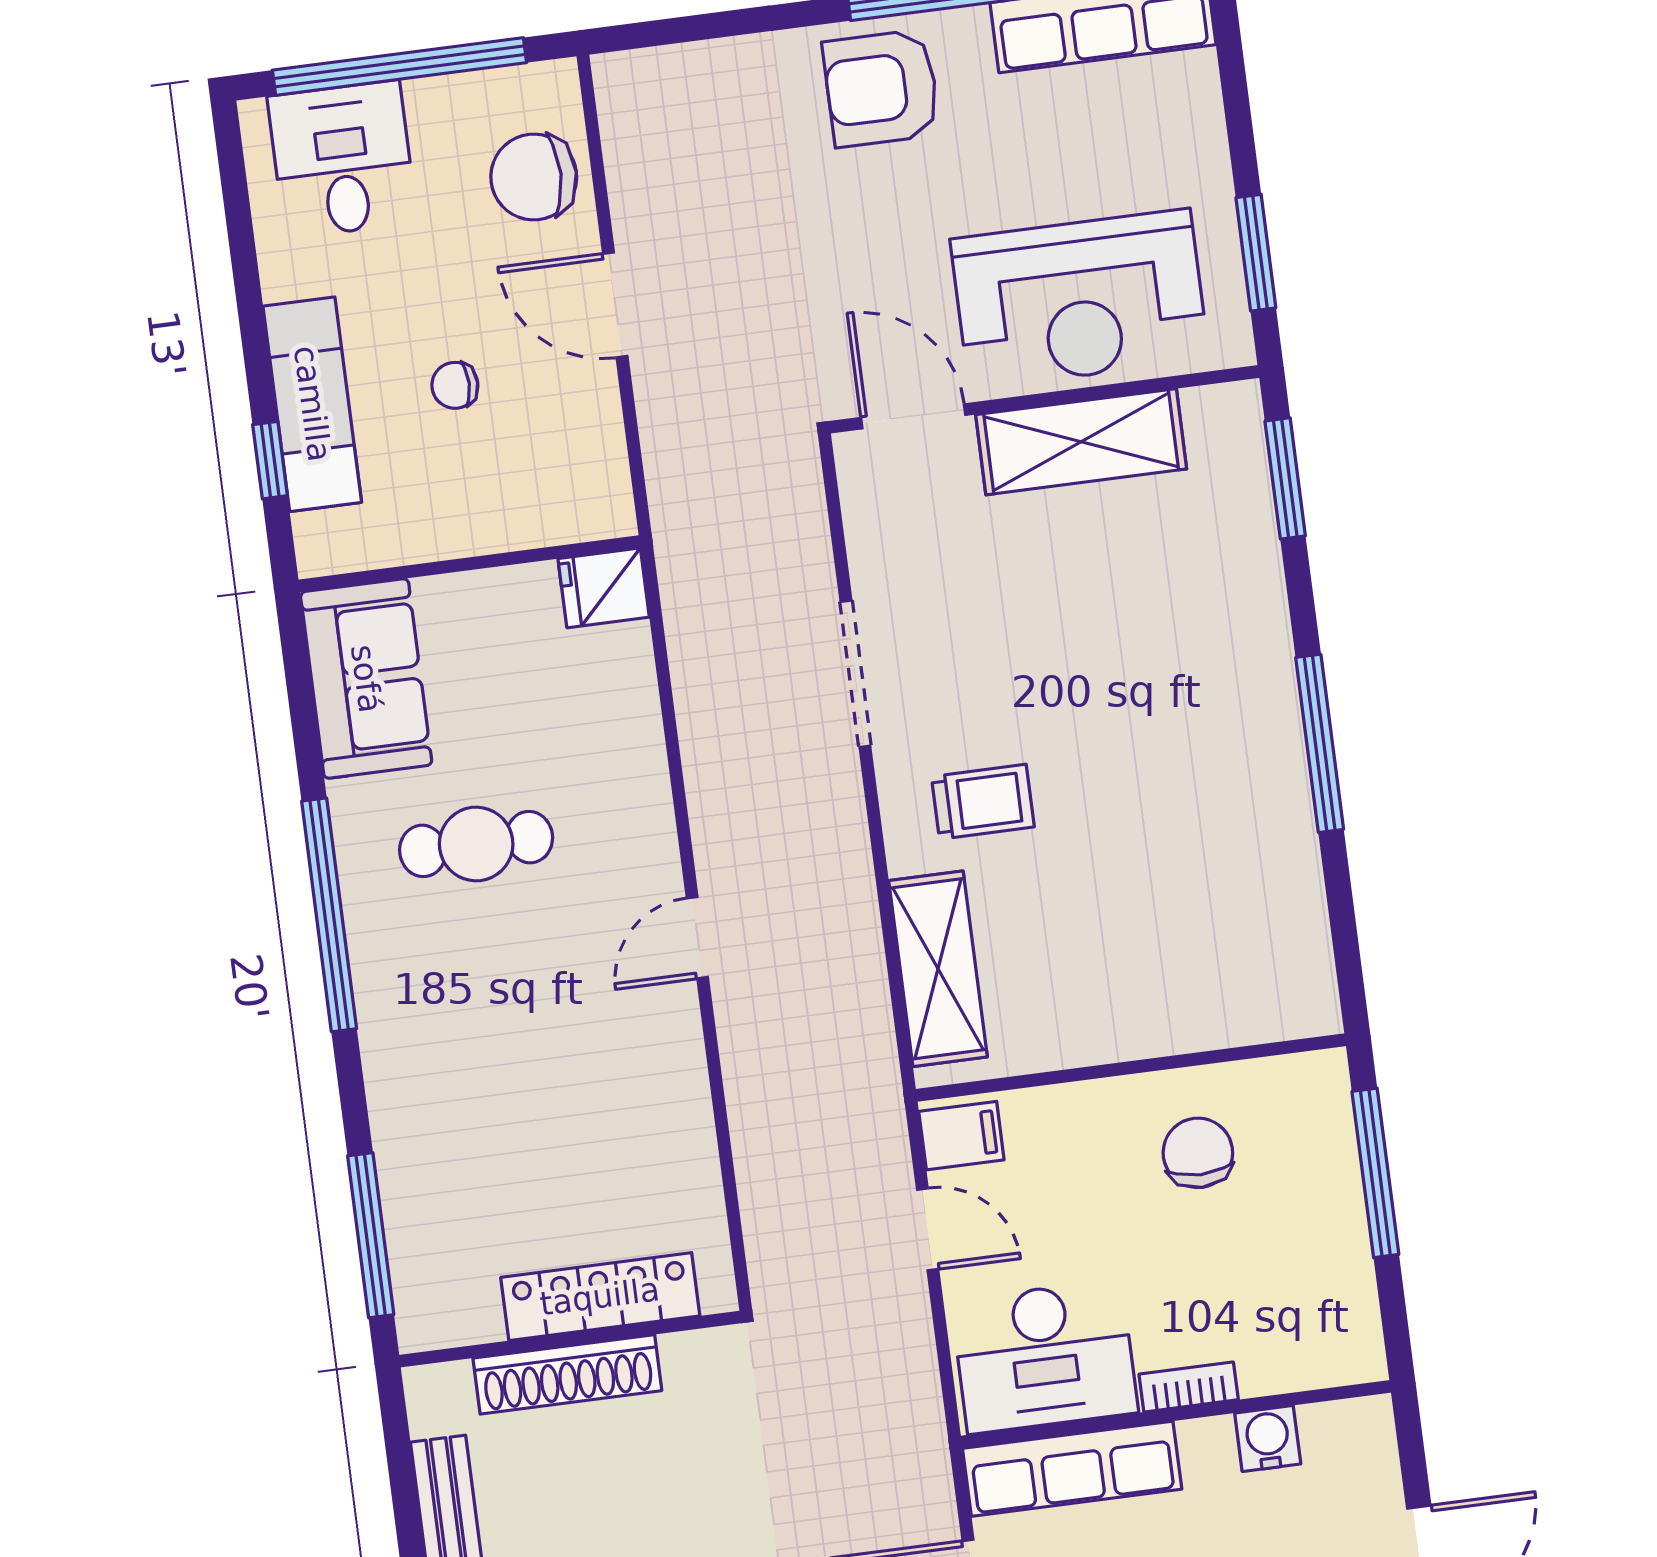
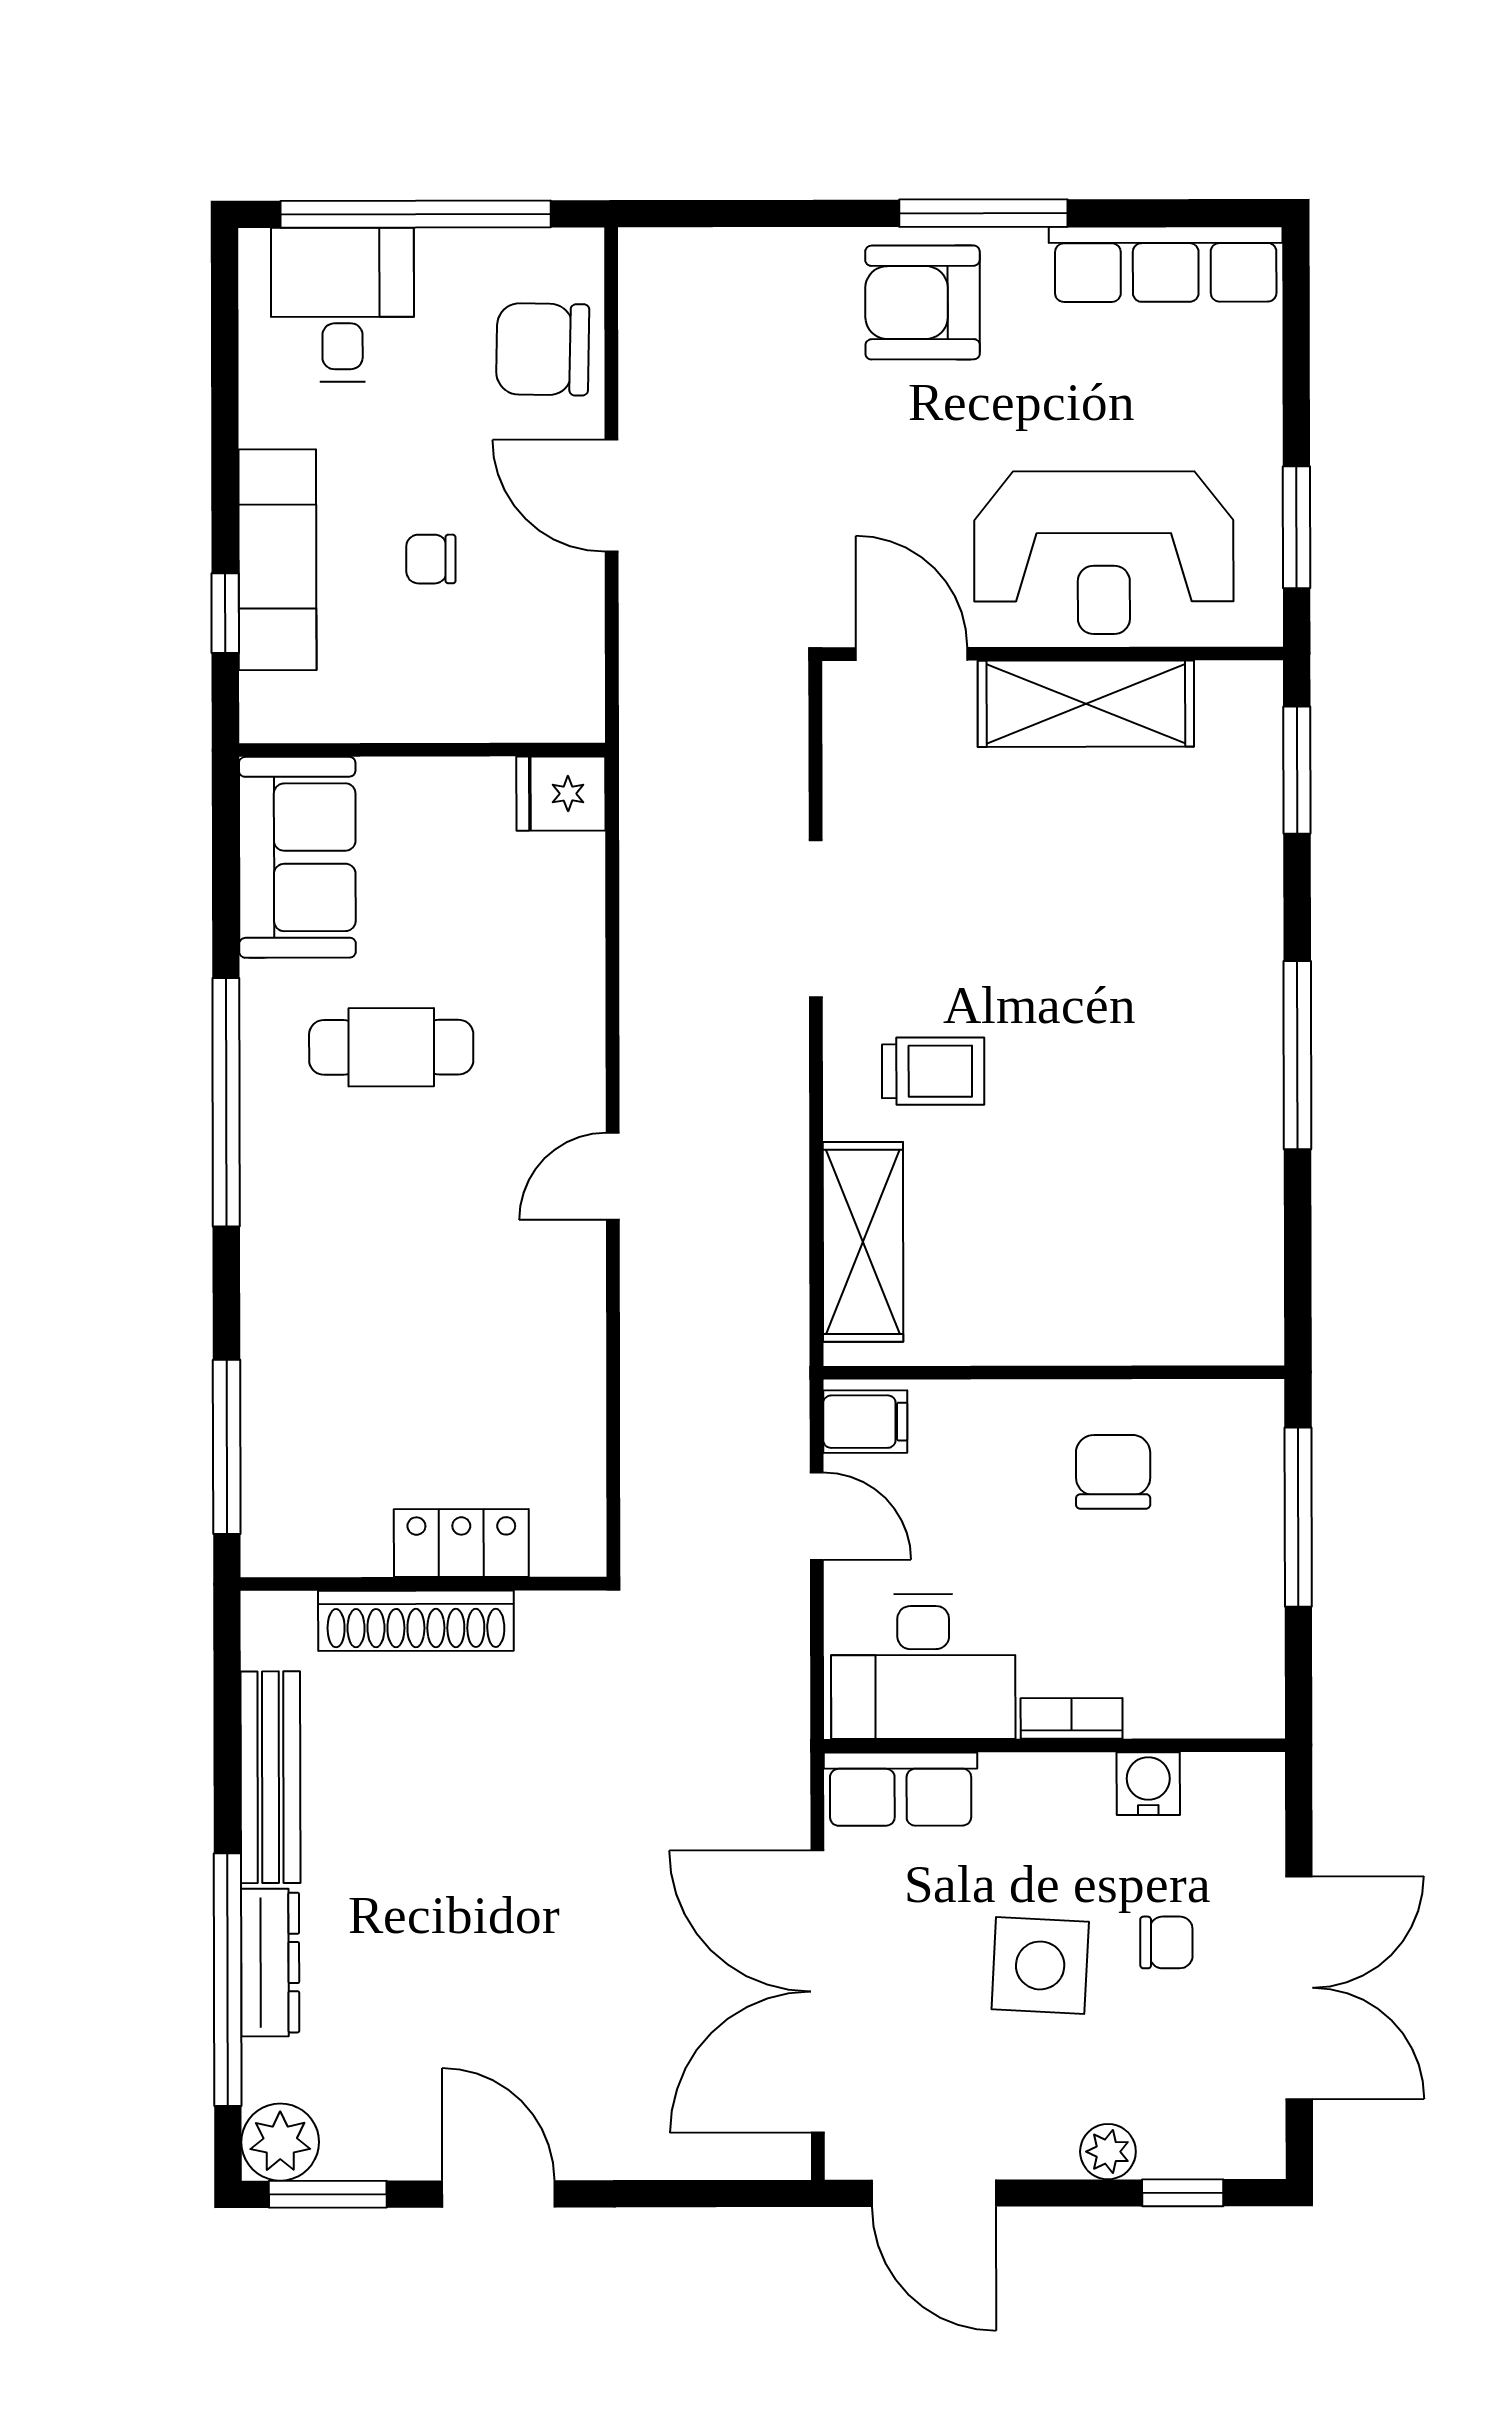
locker: (600, 1297) -> (461, 1543), width x0.66
row of seats: (1072, 1469) -> (901, 1789), width x0.68

